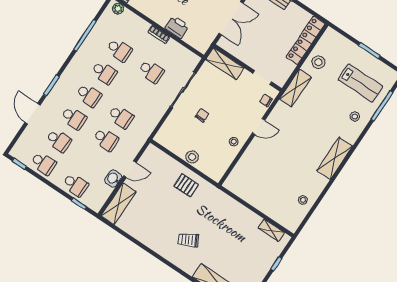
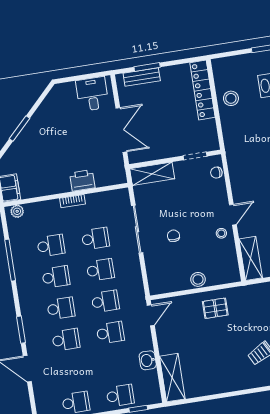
shelving: (295, 88) -> (251, 258), moved
door: (259, 127) -> (233, 215), moved
school desk: (59, 141) -> (100, 270), moved
door: (130, 169) -> (151, 315), moved

